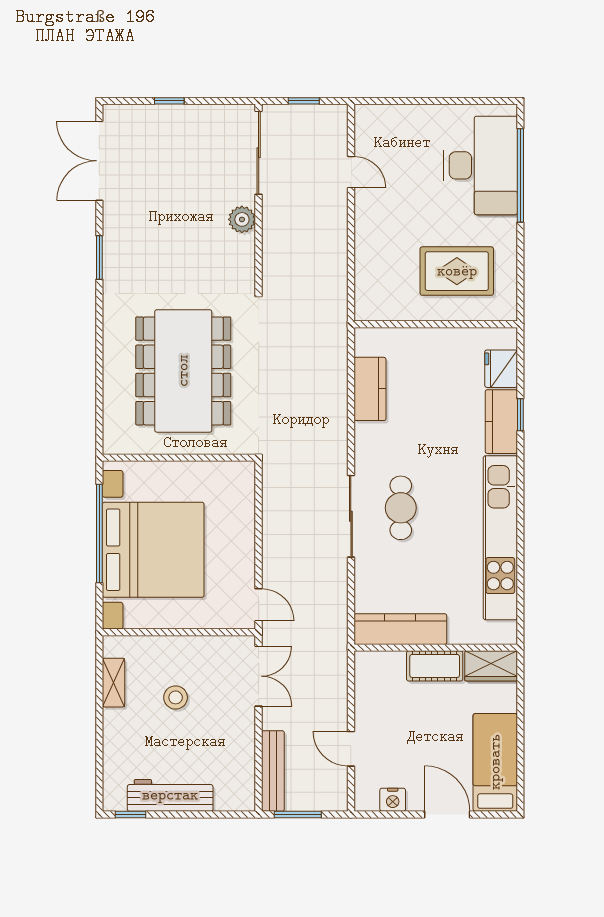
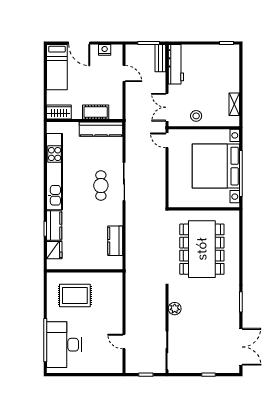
plant: (242, 219) -> (175, 309), moved
cot: (435, 666) -> (96, 112), moved
stool: (176, 697) -> (196, 116), moved
bench: (273, 771) -> (160, 58), width x0.73
workbench: (170, 795) -> (176, 64), moved, turned -90

